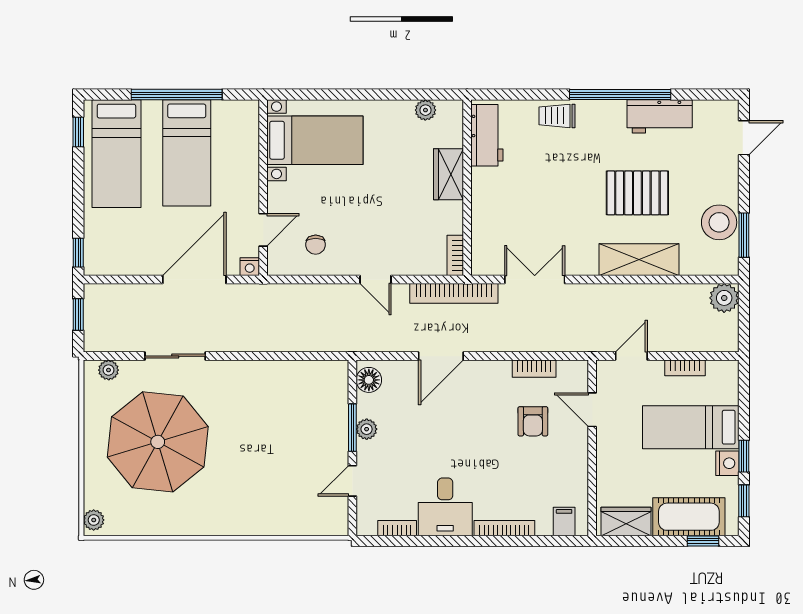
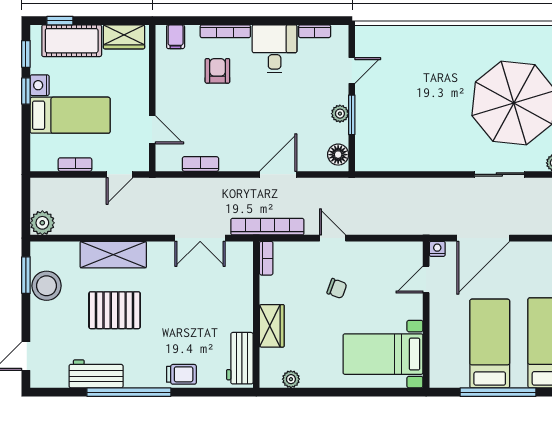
chair: (316, 245) -> (337, 288), moved, turned 110
armchair: (533, 421) -> (217, 71), moved

